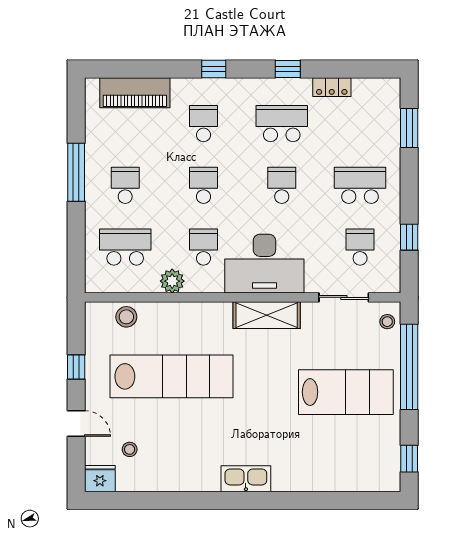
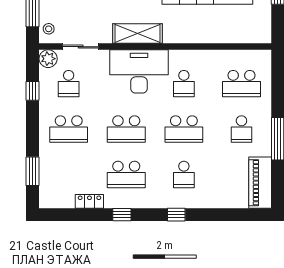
piano: (135, 93) -> (260, 183), moved, turned -90
school desk: (203, 185) -> (184, 129), width x1.85
school desk: (282, 185) -> (126, 129), width x1.85
plant: (172, 281) -> (48, 59), moved
stool: (126, 317) -> (241, 32), removed

